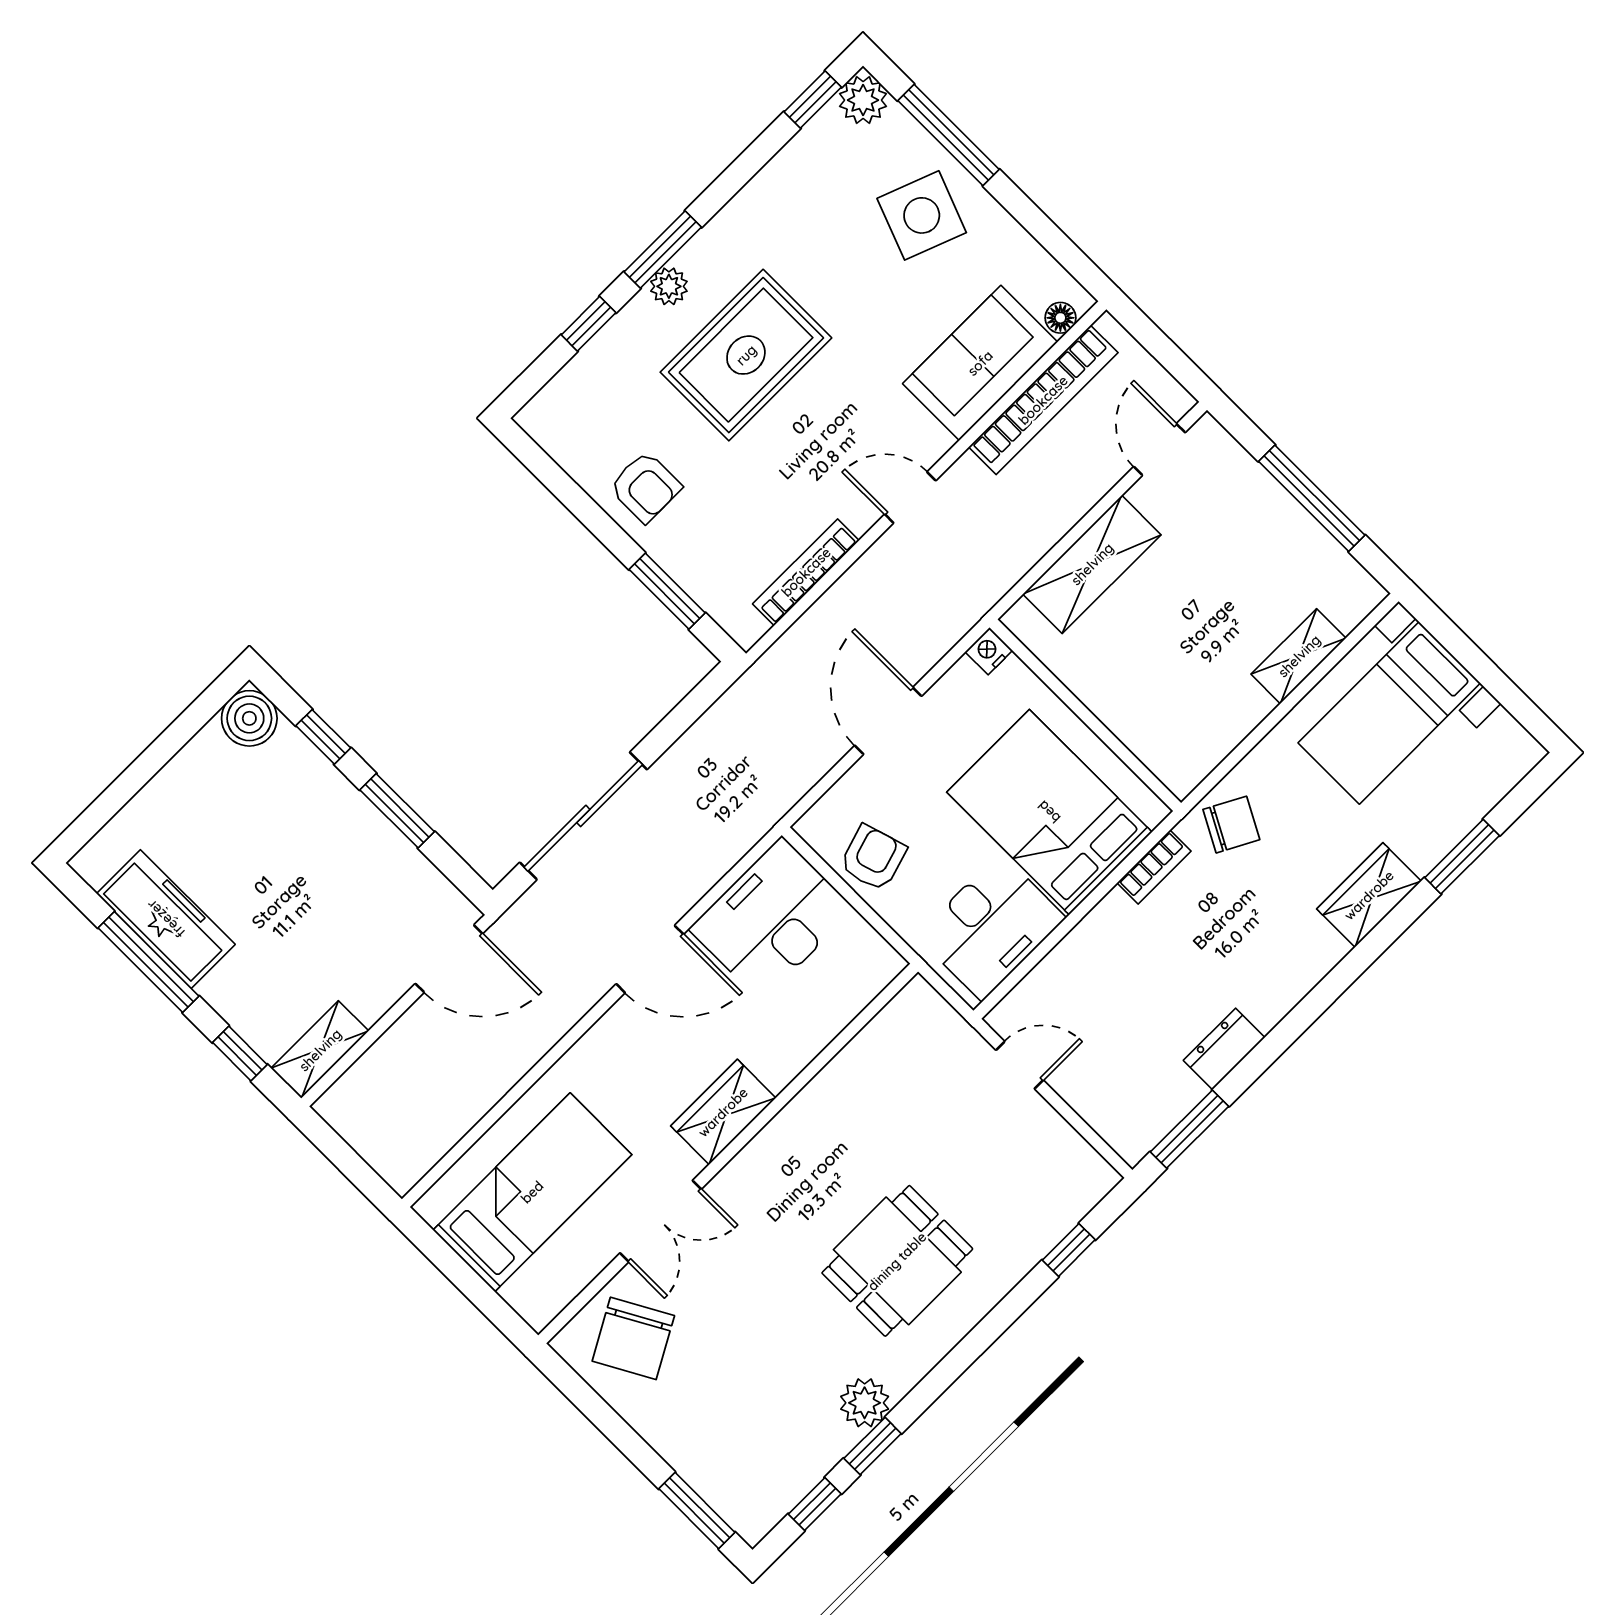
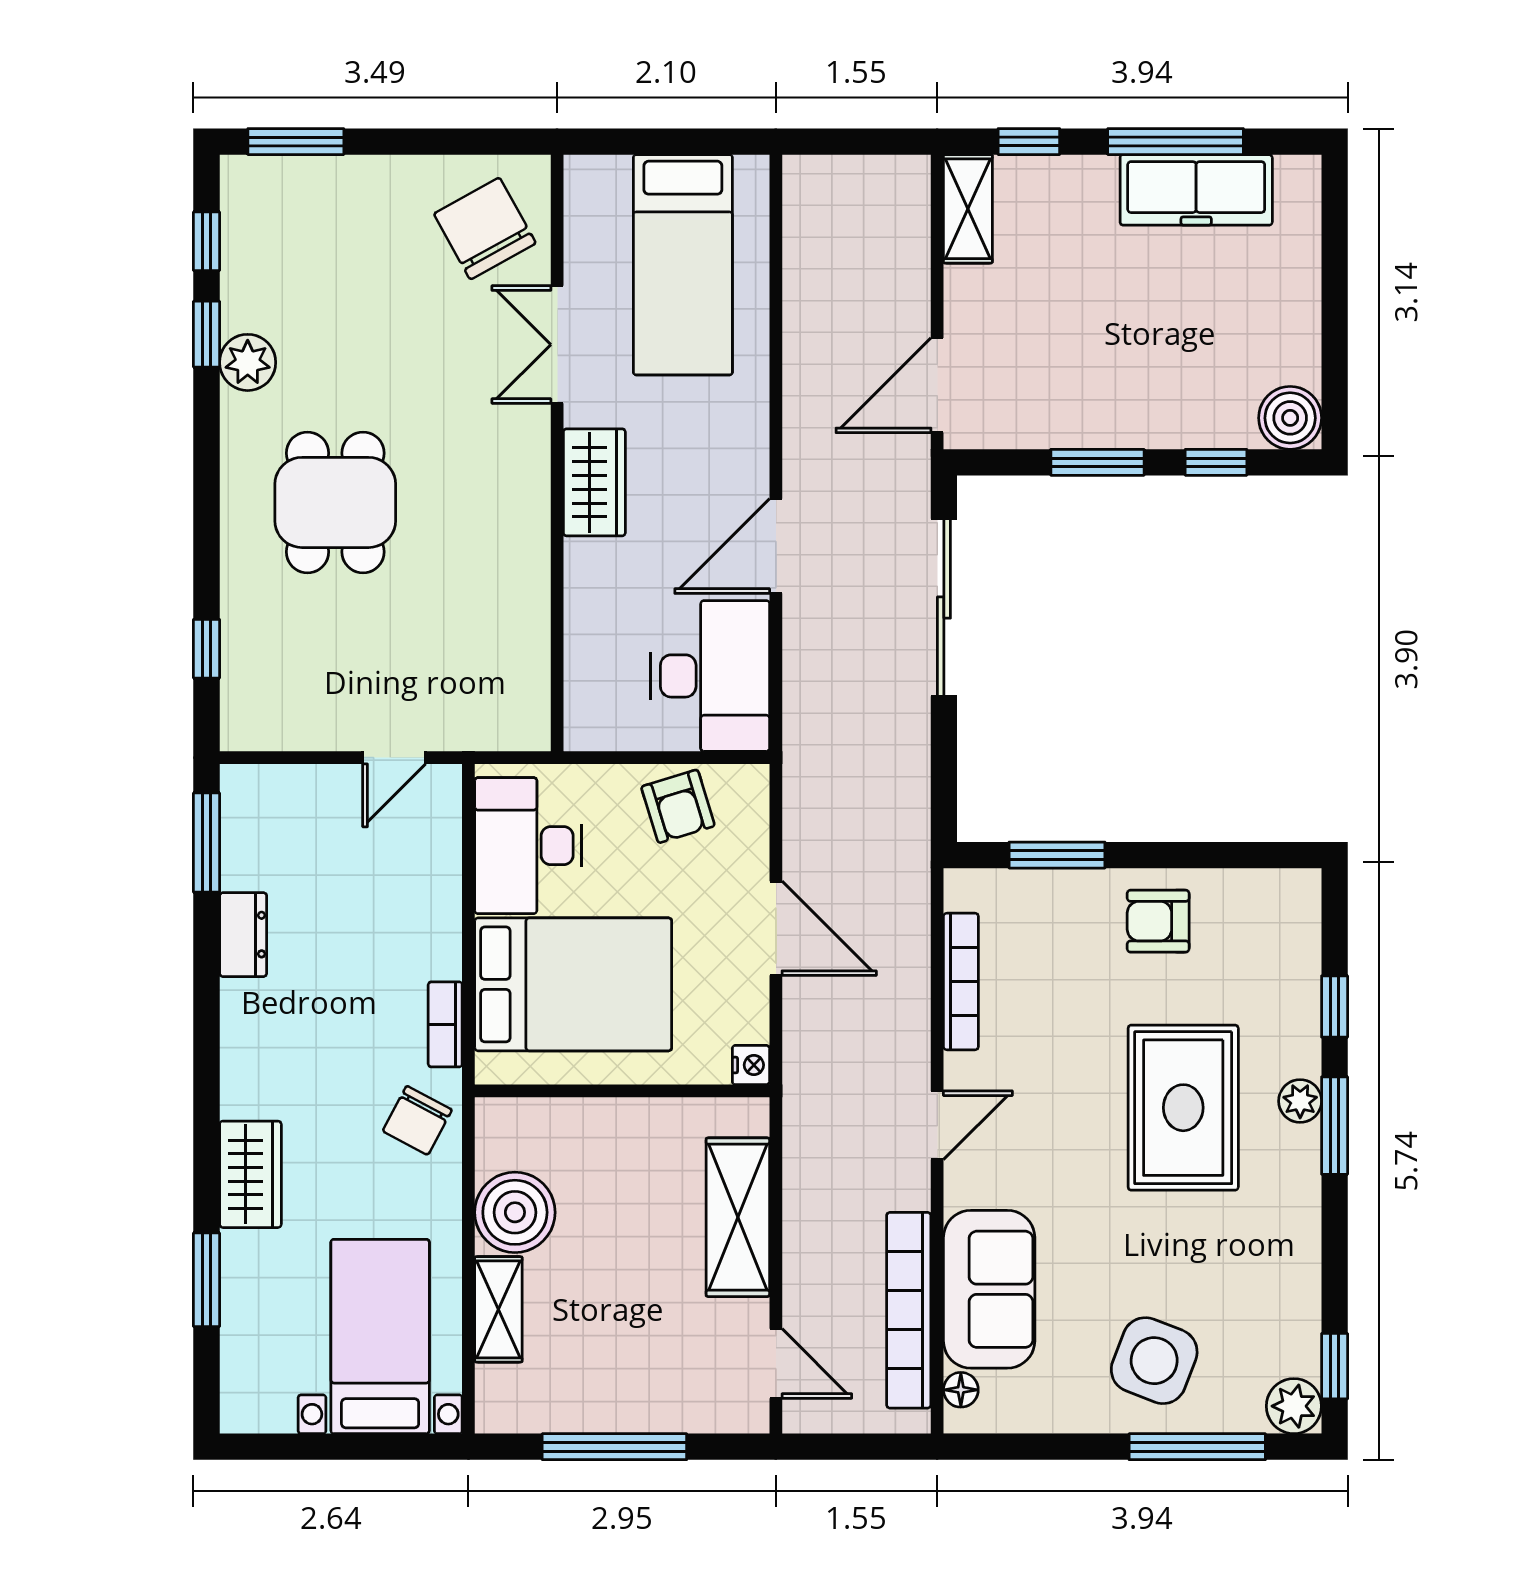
boiler: (1228, 706) -> (515, 1212), added

